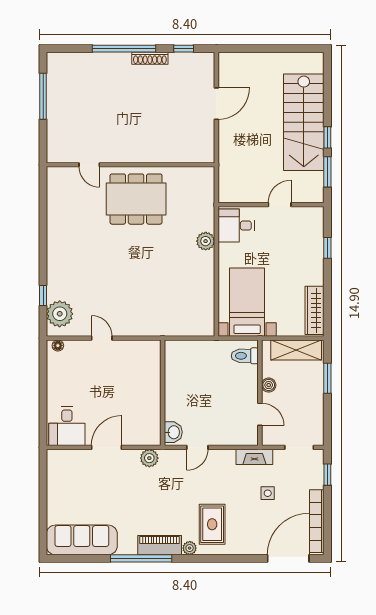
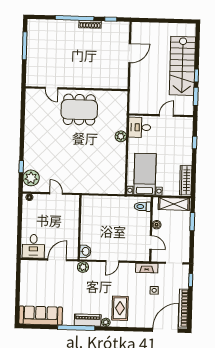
wall: (163, 393) -> (80, 227), moved
washbasin: (173, 432) -> (85, 251), moved

